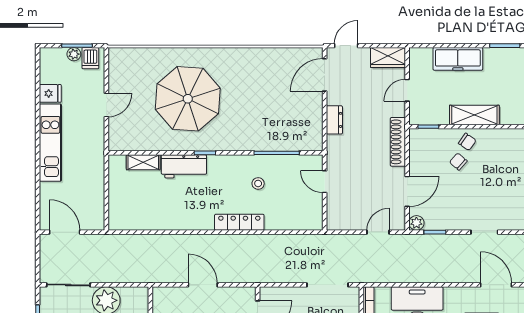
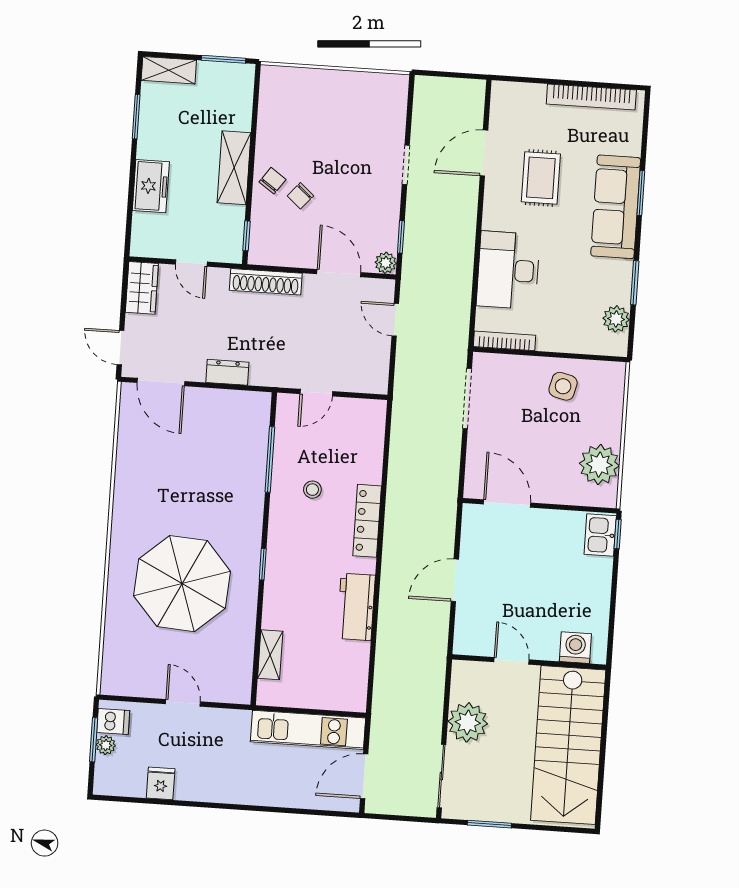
freezer: (458, 59) -> (151, 186), width x0.71
kitchen unit: (50, 143) -> (308, 730), moved, turned 180
workbench: (184, 166) -> (356, 607), moved, turned 180

